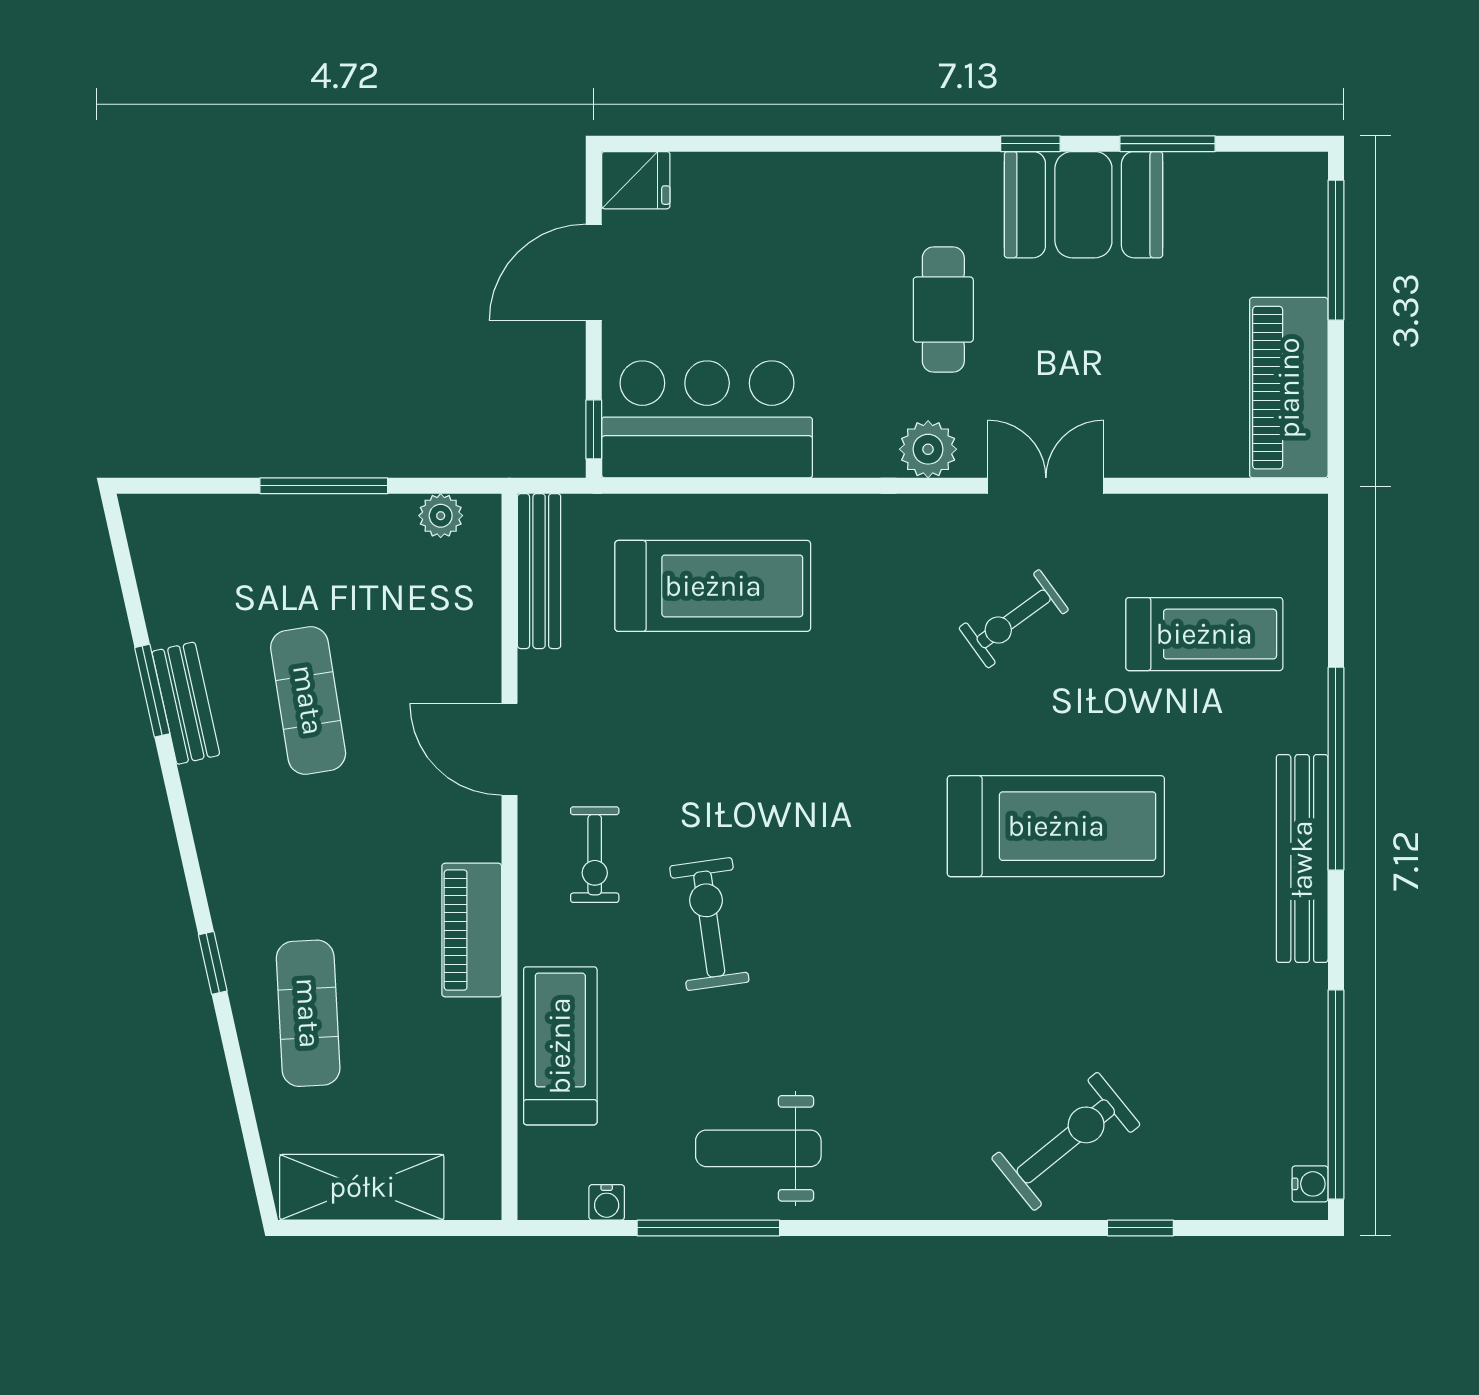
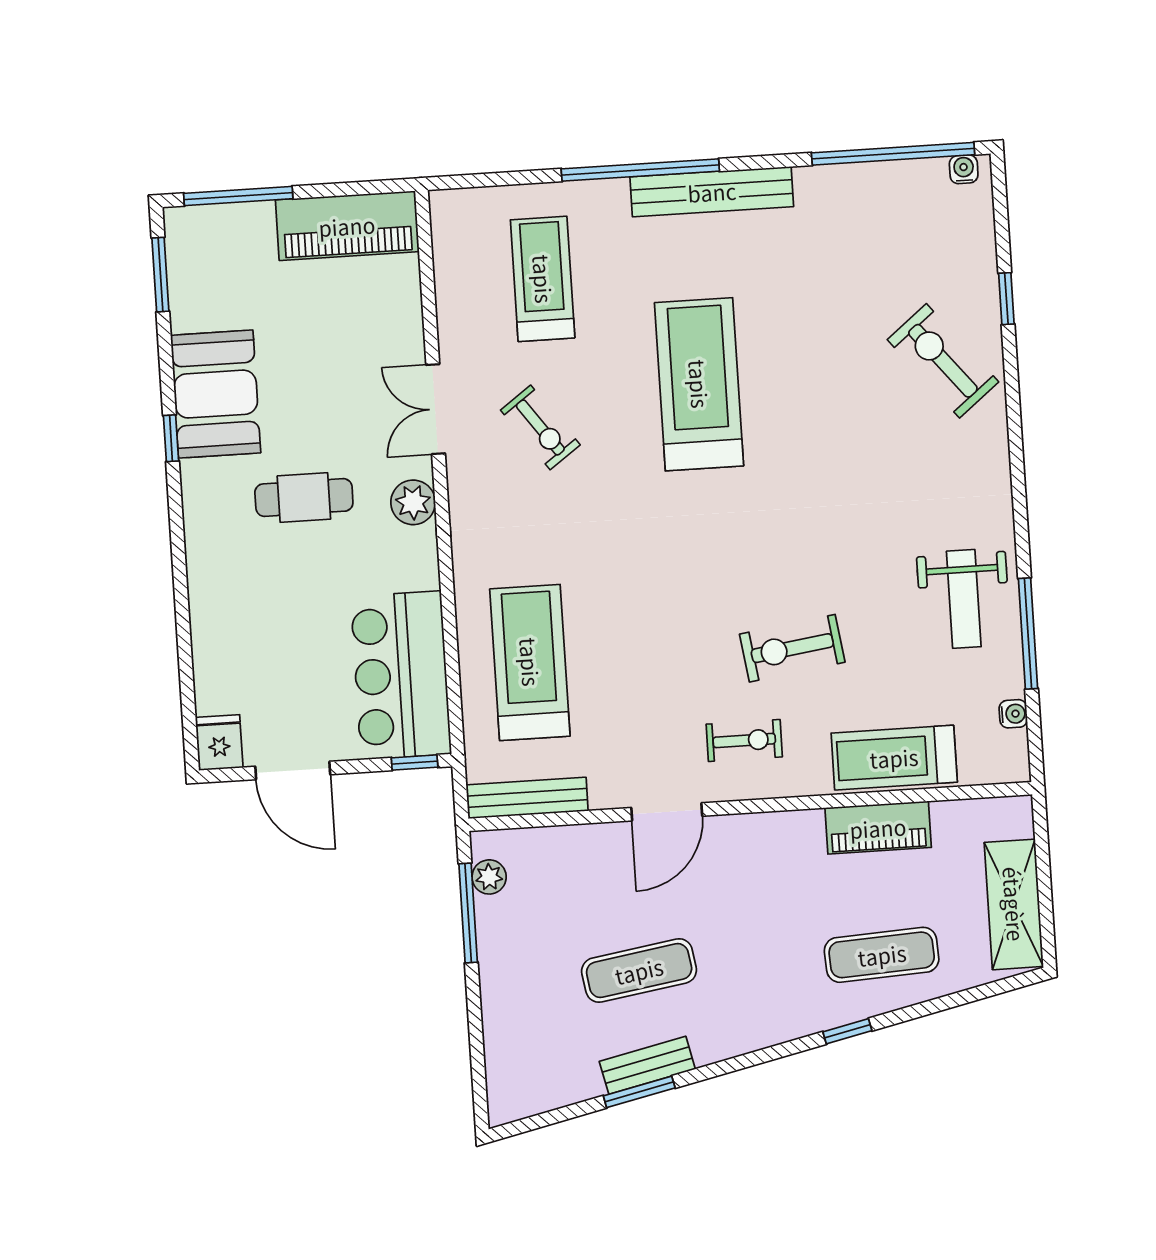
window: (1167, 144) -> (160, 275), moved
window: (324, 486) -> (468, 913), moved
piano: (472, 930) -> (878, 828), moved

